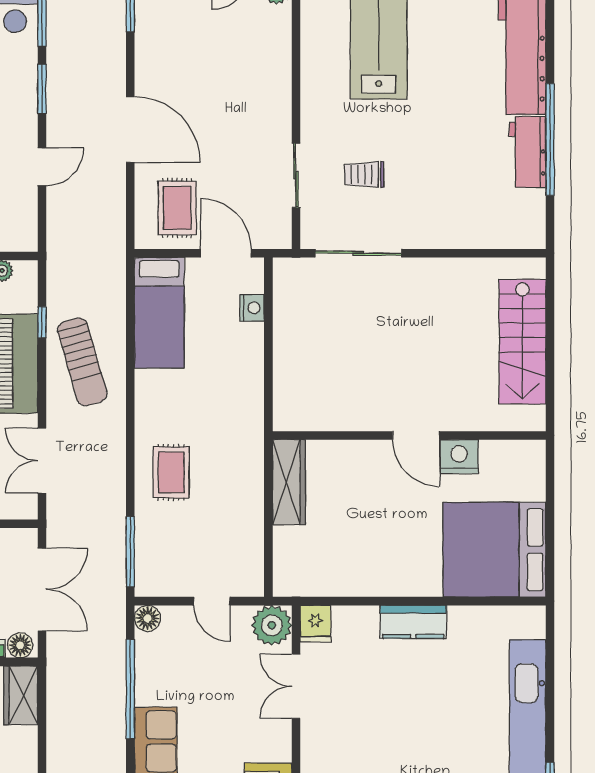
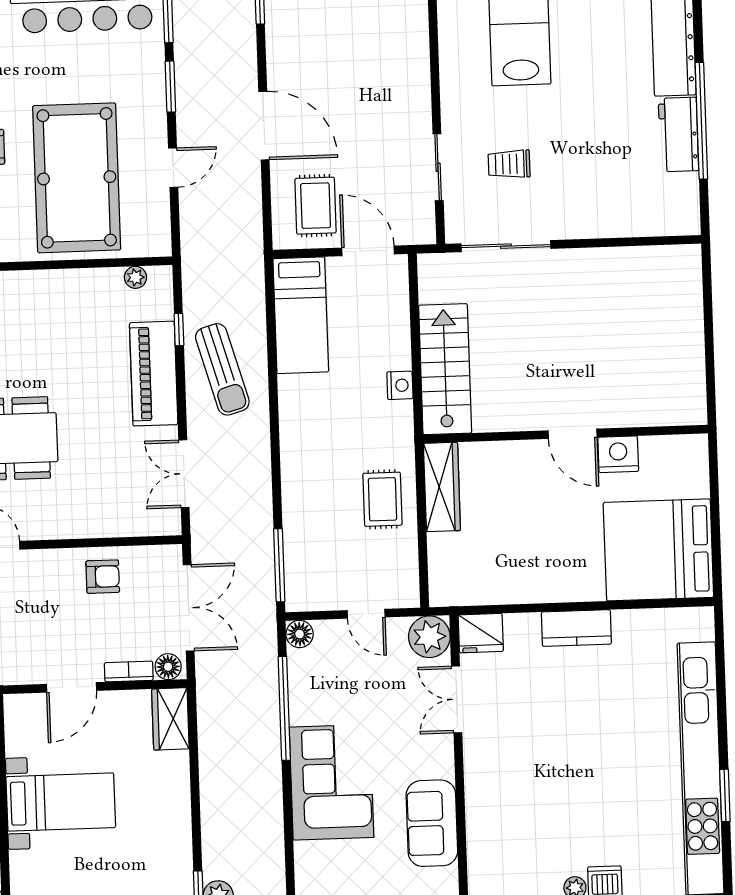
nightstand: (252, 308) -> (400, 385), moved
stairs: (522, 342) -> (445, 369), moved, turned 180
rug: (171, 472) -> (382, 499), moved
fridge: (315, 624) -> (481, 633), width x1.38

